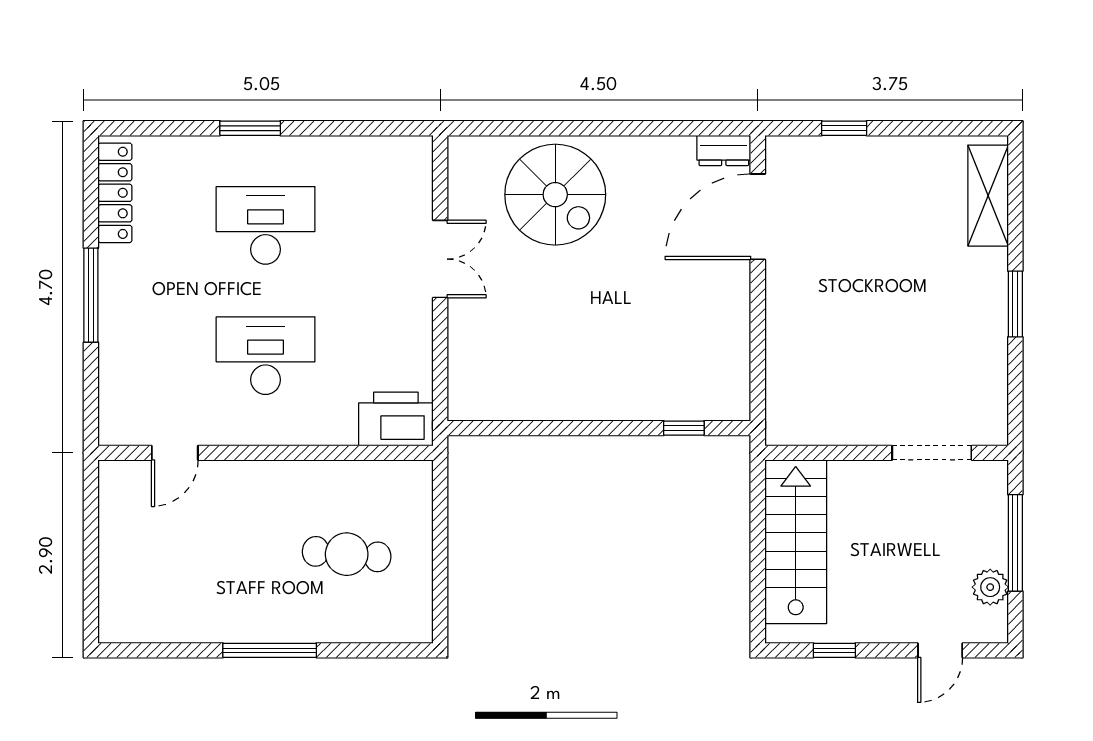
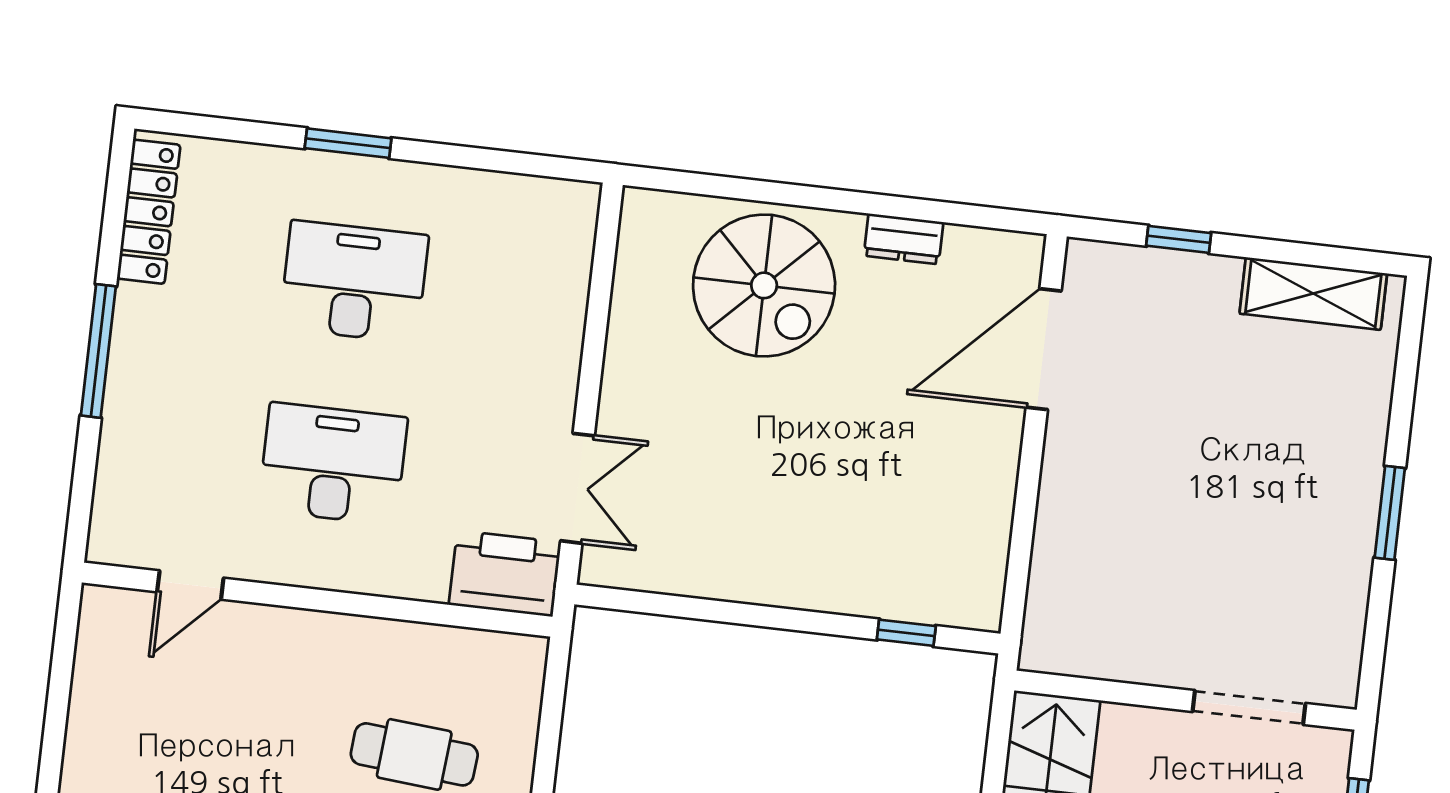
dresser: (724, 150) -> (904, 239), moved
shelving: (988, 196) -> (1313, 294), moved, turned 90
double door: (440, 259) -> (578, 488), moved

